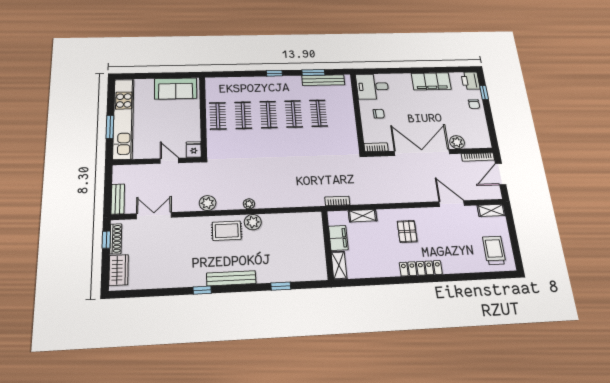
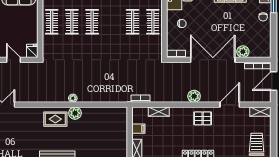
clothes rail: (294, 114) -> (153, 22), moved
plant: (208, 203) -> (194, 96), moved
door: (452, 204) -> (230, 105), hinge flipped
pallet: (407, 231) -> (203, 118), moved, turned 90
filing cabinet: (338, 238) -> (138, 129), width x0.50

